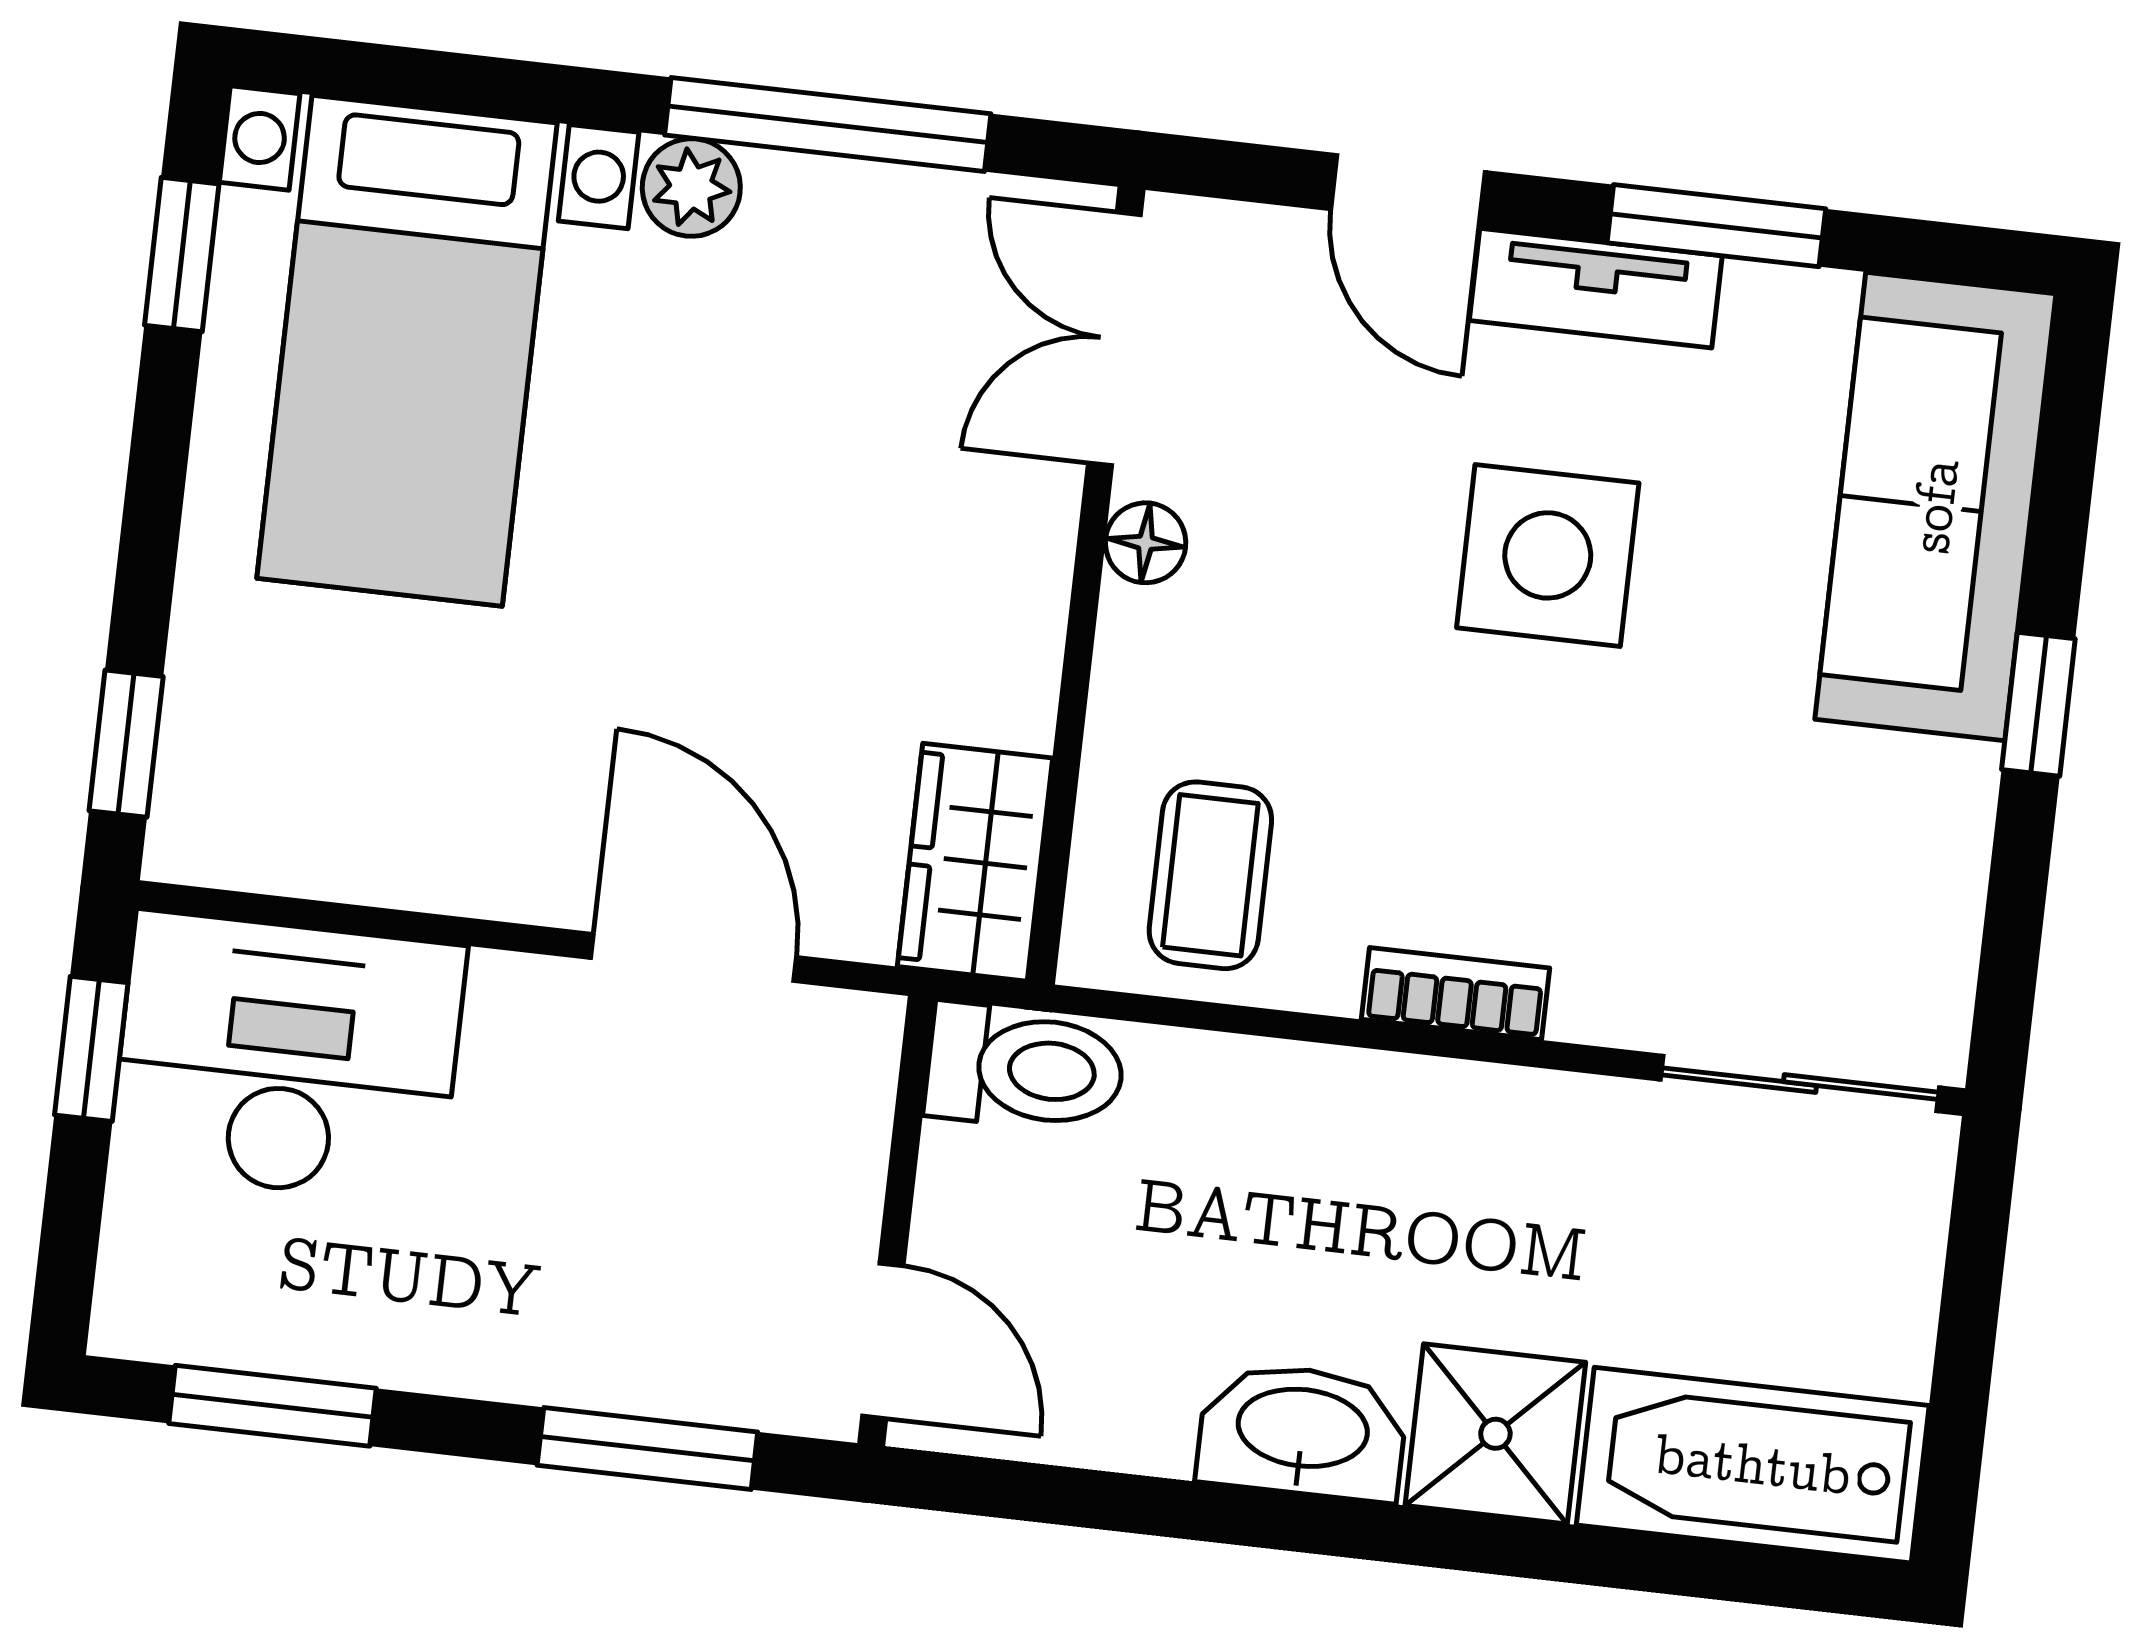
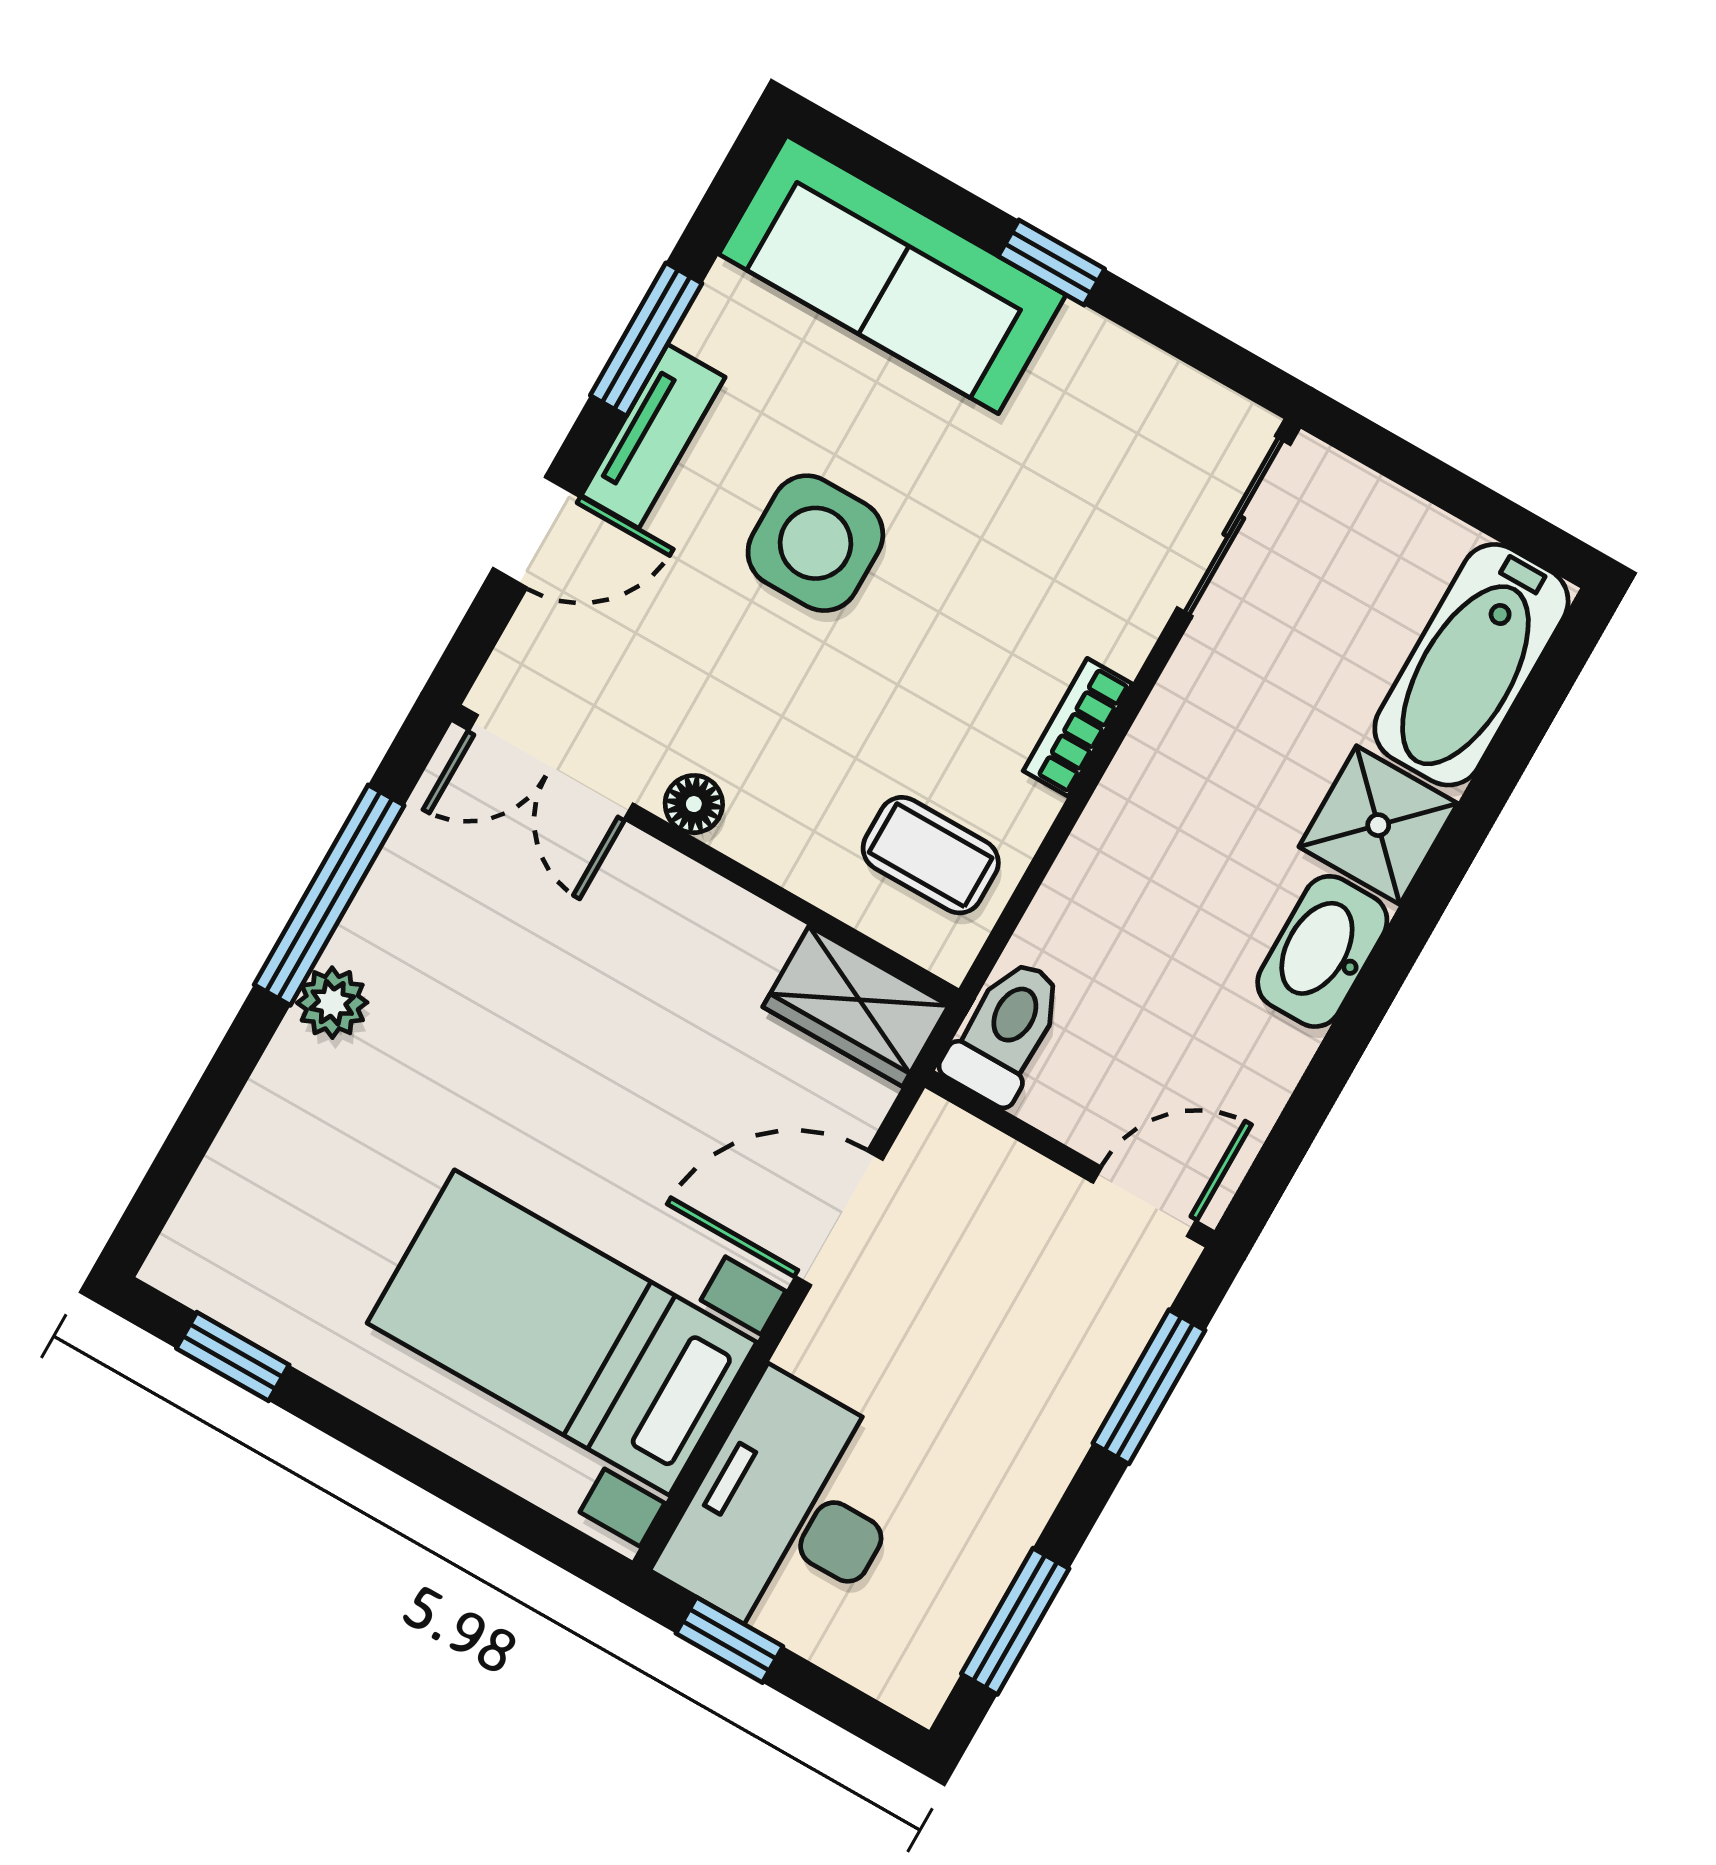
bed with nightstands: (407, 351) -> (562, 1333), moved, turned 180
window: (126, 744) -> (539, 1531), removed

